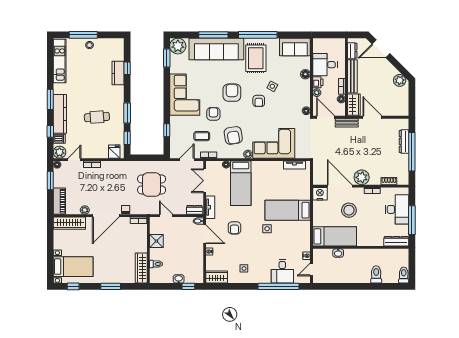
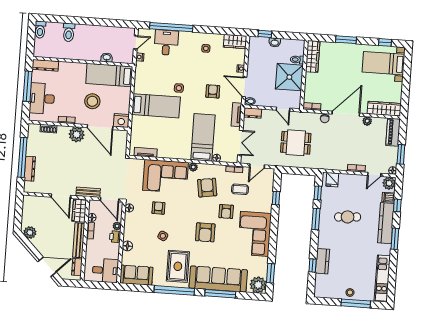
desk: (325, 65) -> (105, 270), moved
armchair: (259, 101) -> (158, 208), moved
shower: (156, 241) -> (289, 77), width x1.86, depth x1.86

